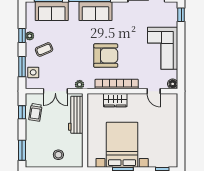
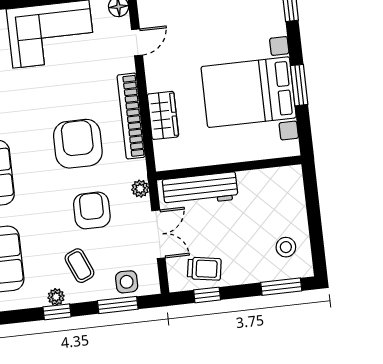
armchair: (71, 59) -> (92, 210), added
stool: (58, 155) -> (286, 247), moved

